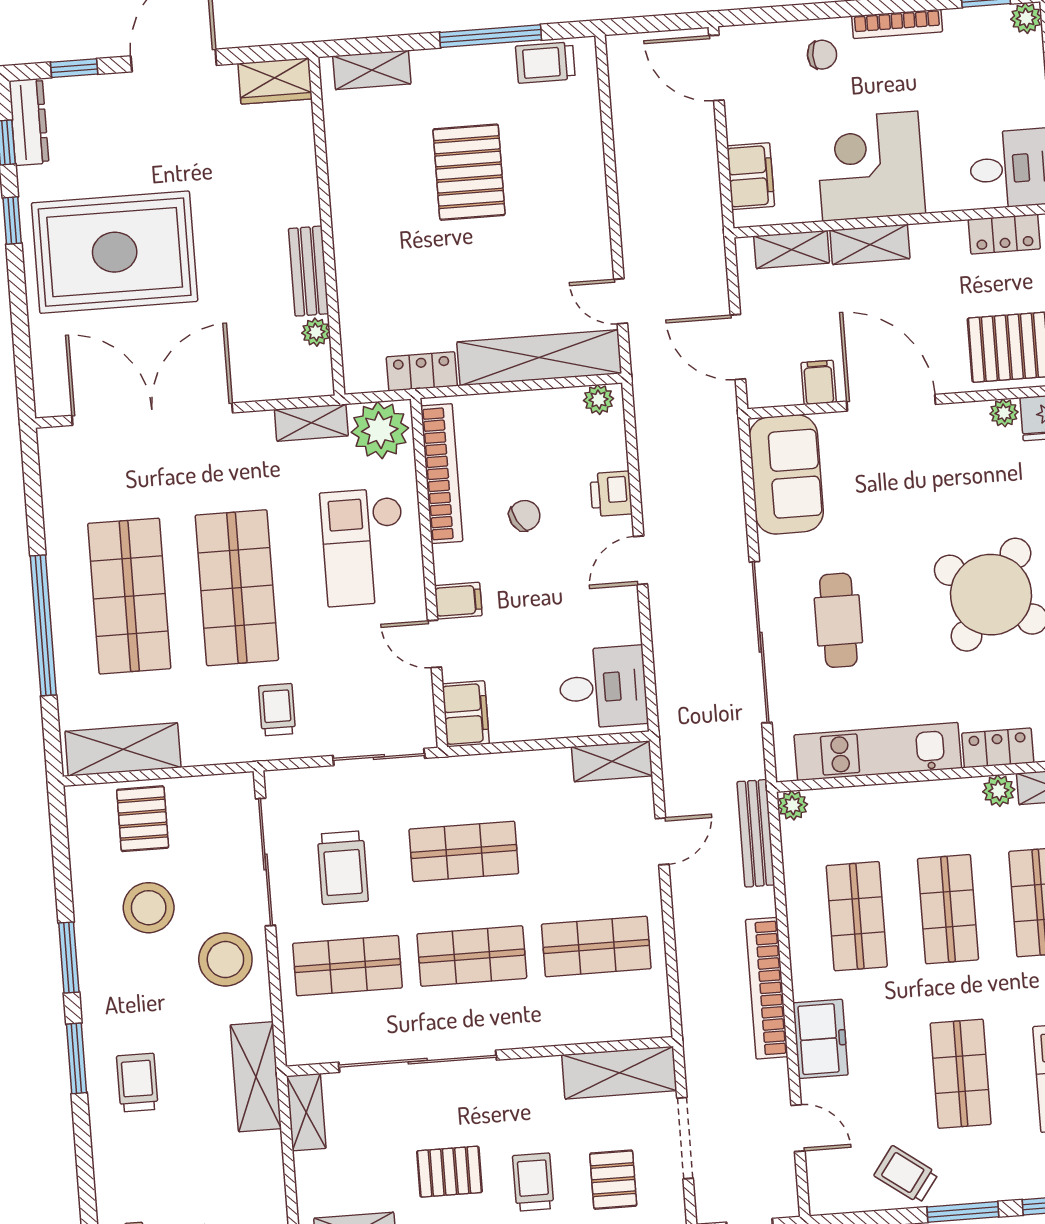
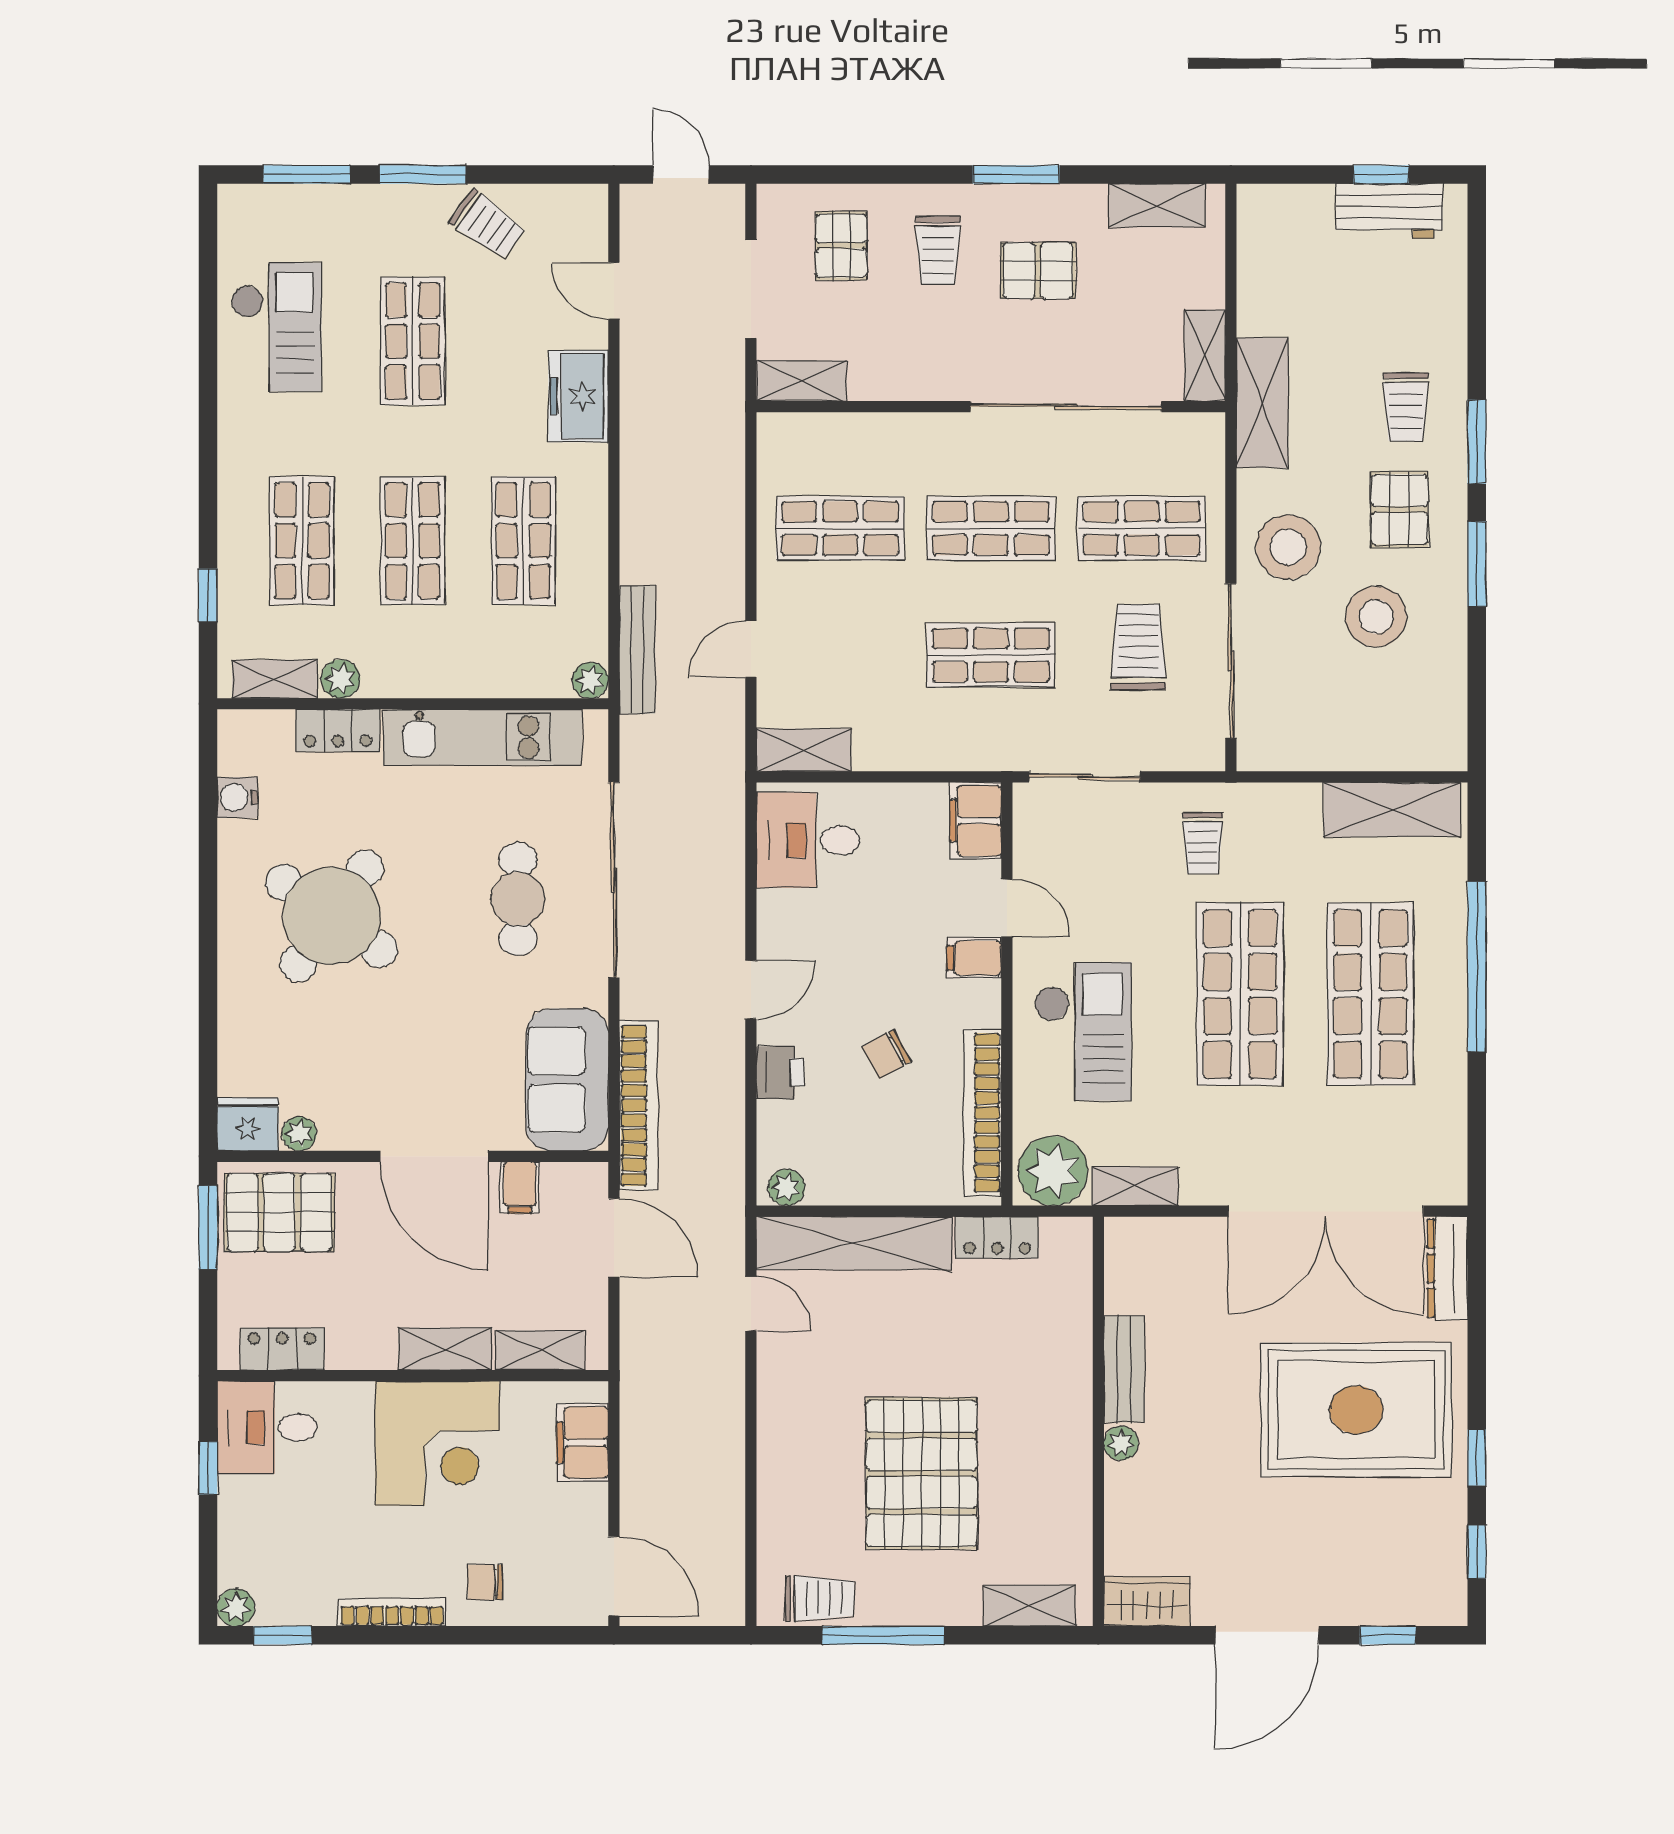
dresser: (29, 122) -> (1447, 1268), moved
pallet: (469, 172) -> (922, 1473), width x1.37, depth x1.41
plant: (316, 332) -> (1121, 1443), moved
pallet: (143, 819) -> (1399, 509), moved
bookcase: (767, 988) -> (639, 1106), moved
shelving: (619, 1073) -> (802, 381), width x0.67, depth x0.75

